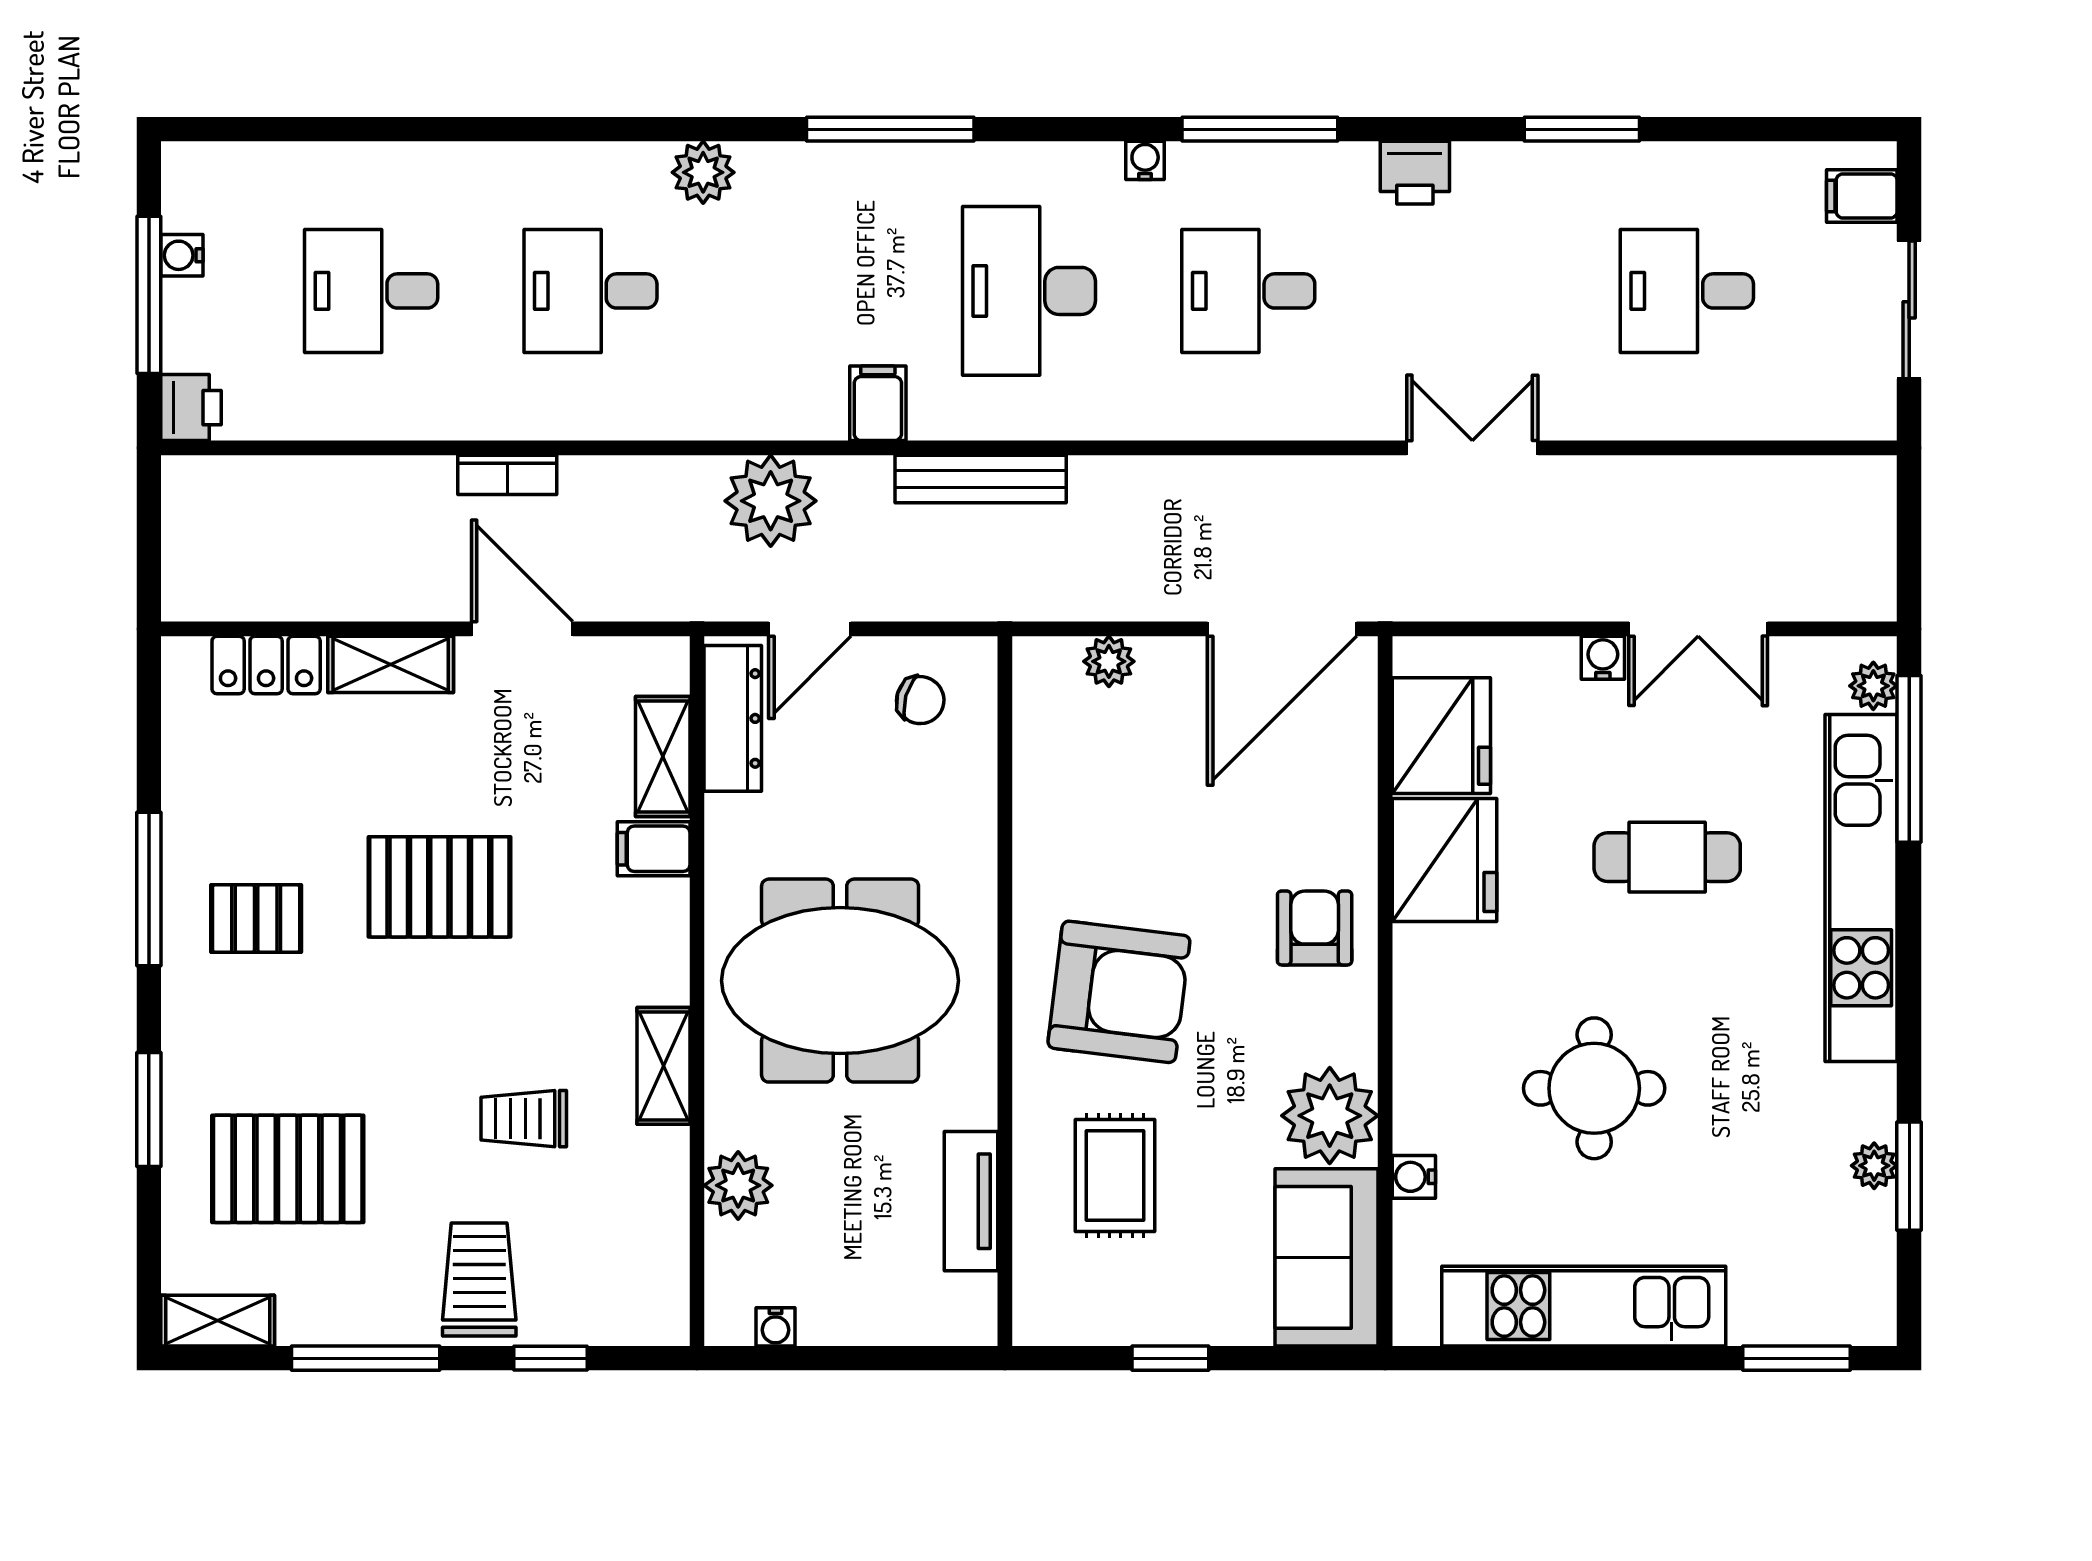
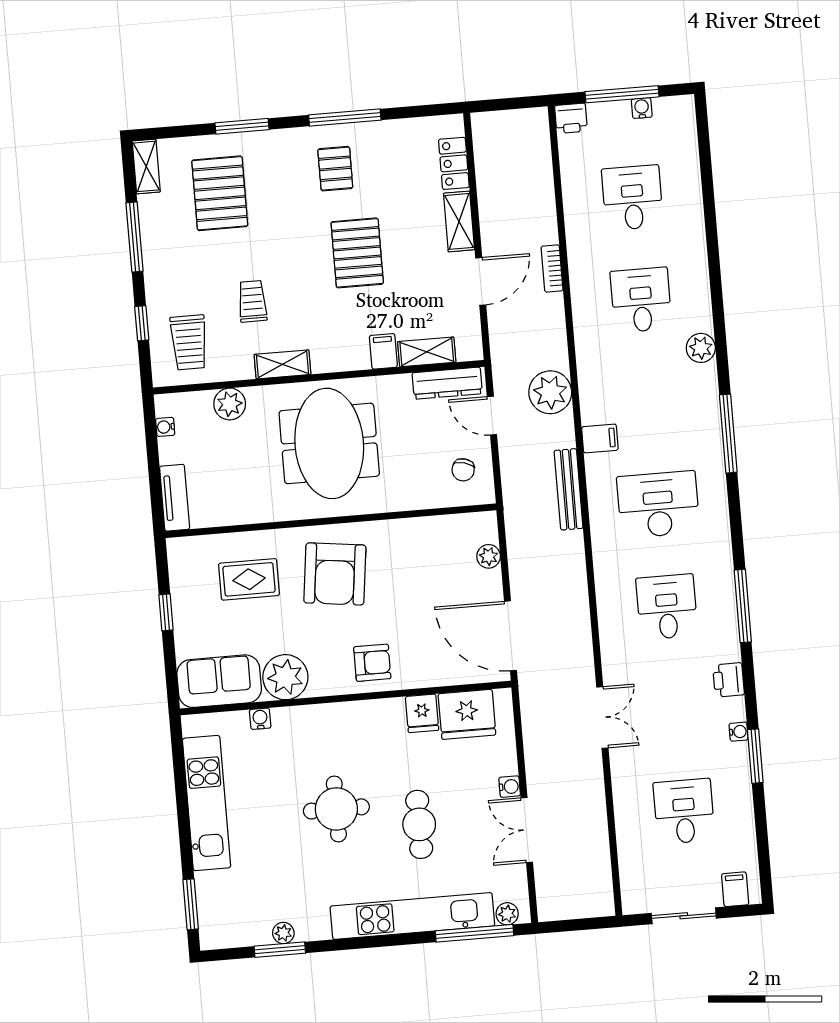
water cooler: (1145, 160) -> (739, 732), moved
fridge: (1445, 860) -> (422, 713), width x0.53, depth x0.75
round table: (1594, 1088) -> (336, 809), moved
tv unit: (971, 1201) -> (175, 498), moved, turned 90
trolley: (479, 1279) -> (189, 342), moved, turned 90

